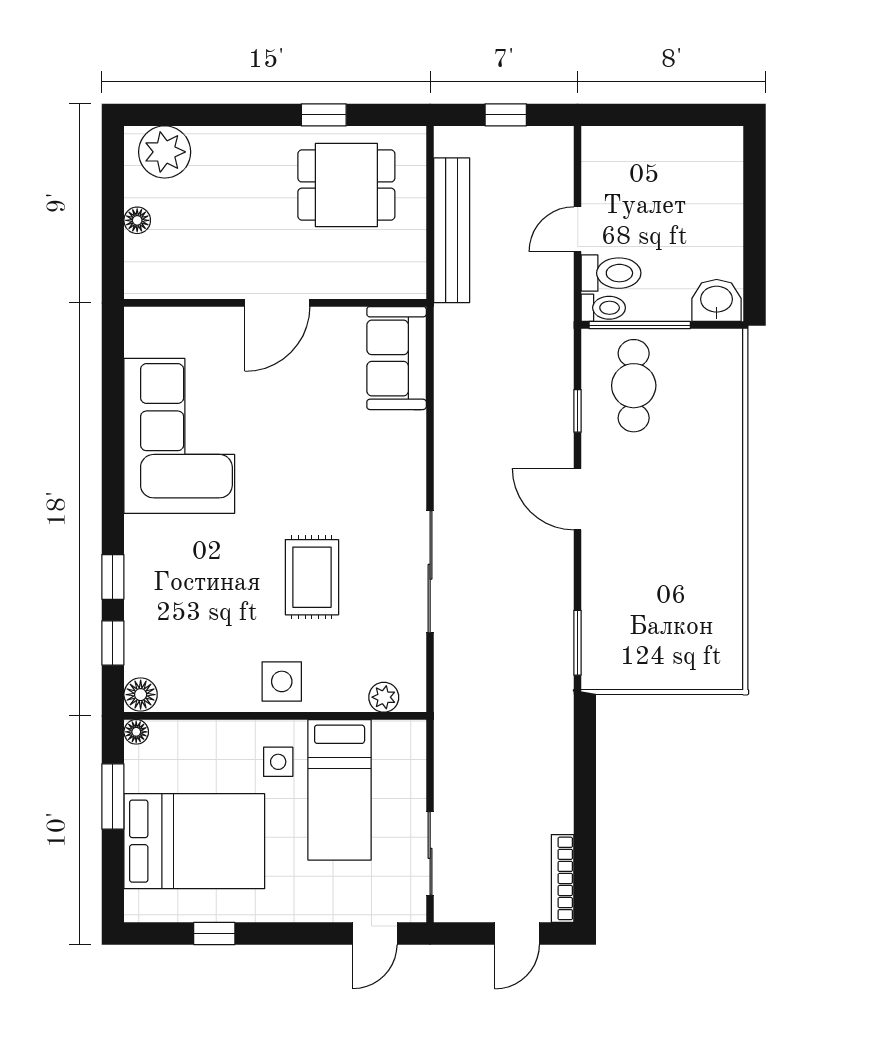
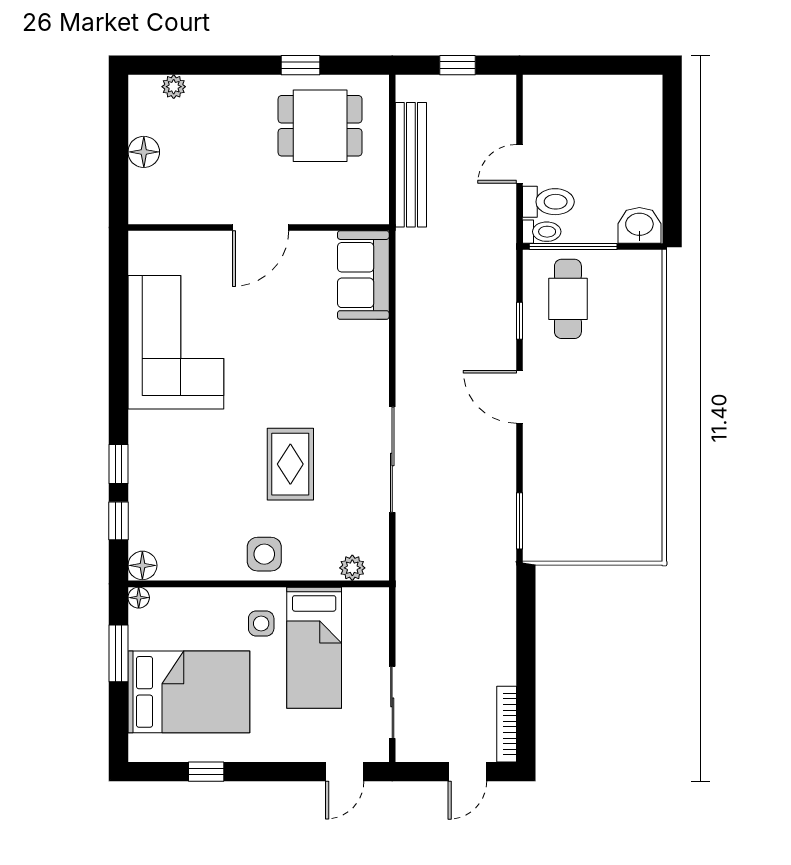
plant: (165, 152) -> (174, 87), width x0.53, depth x0.53
floor lamp: (137, 220) -> (144, 152), width x1.37, depth x1.37

